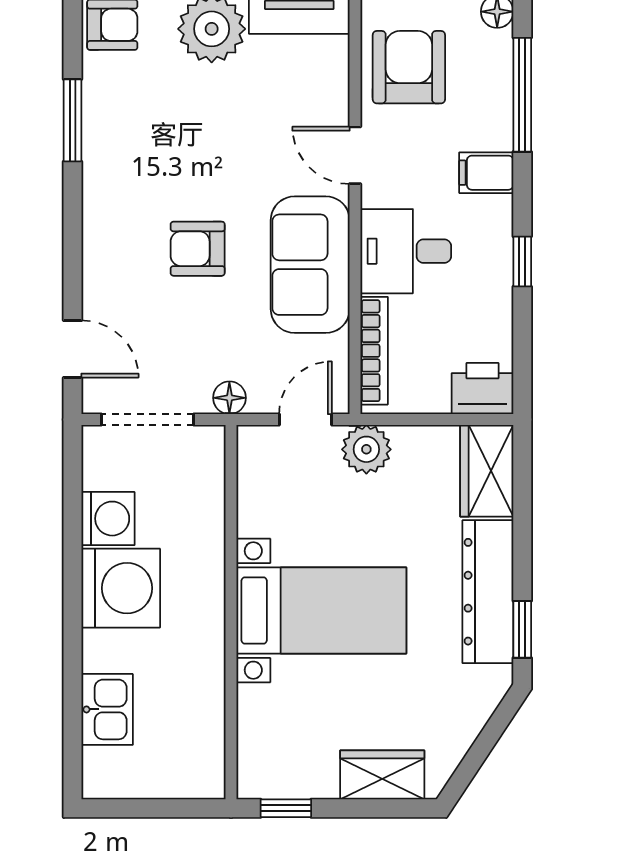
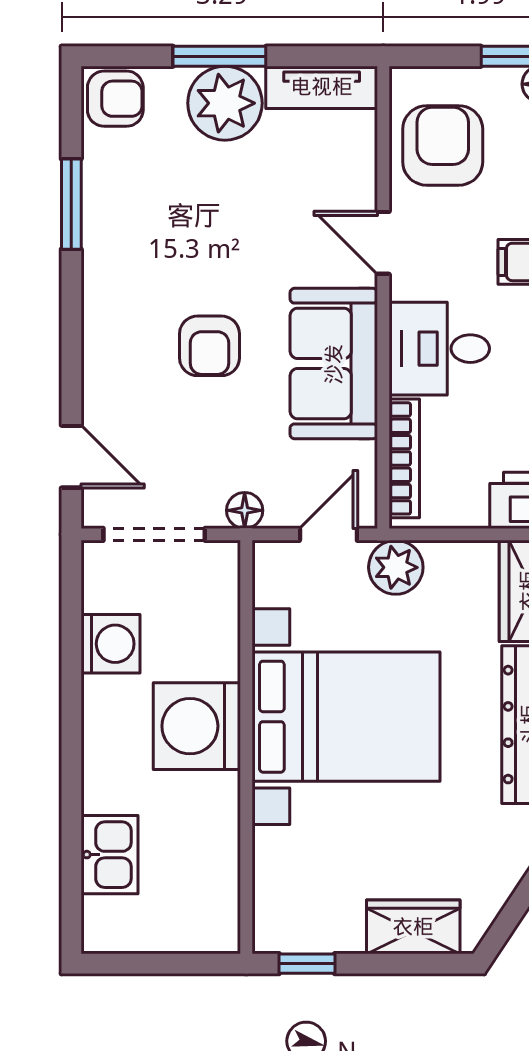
armchair: (198, 249) -> (209, 346), turned -90
washing machine: (121, 588) -> (197, 726), moved, turned 180
bed with nightstands: (321, 610) -> (346, 717), width x1.36

